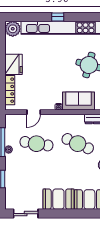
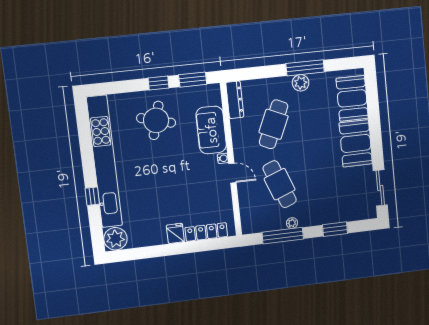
window: (58, 17) -> (92, 196), moved
fridge: (14, 64) -> (175, 233), width x0.53, depth x0.75
door: (34, 112) -> (232, 173), moved
cafe table: (36, 144) -> (280, 184), turned -30

